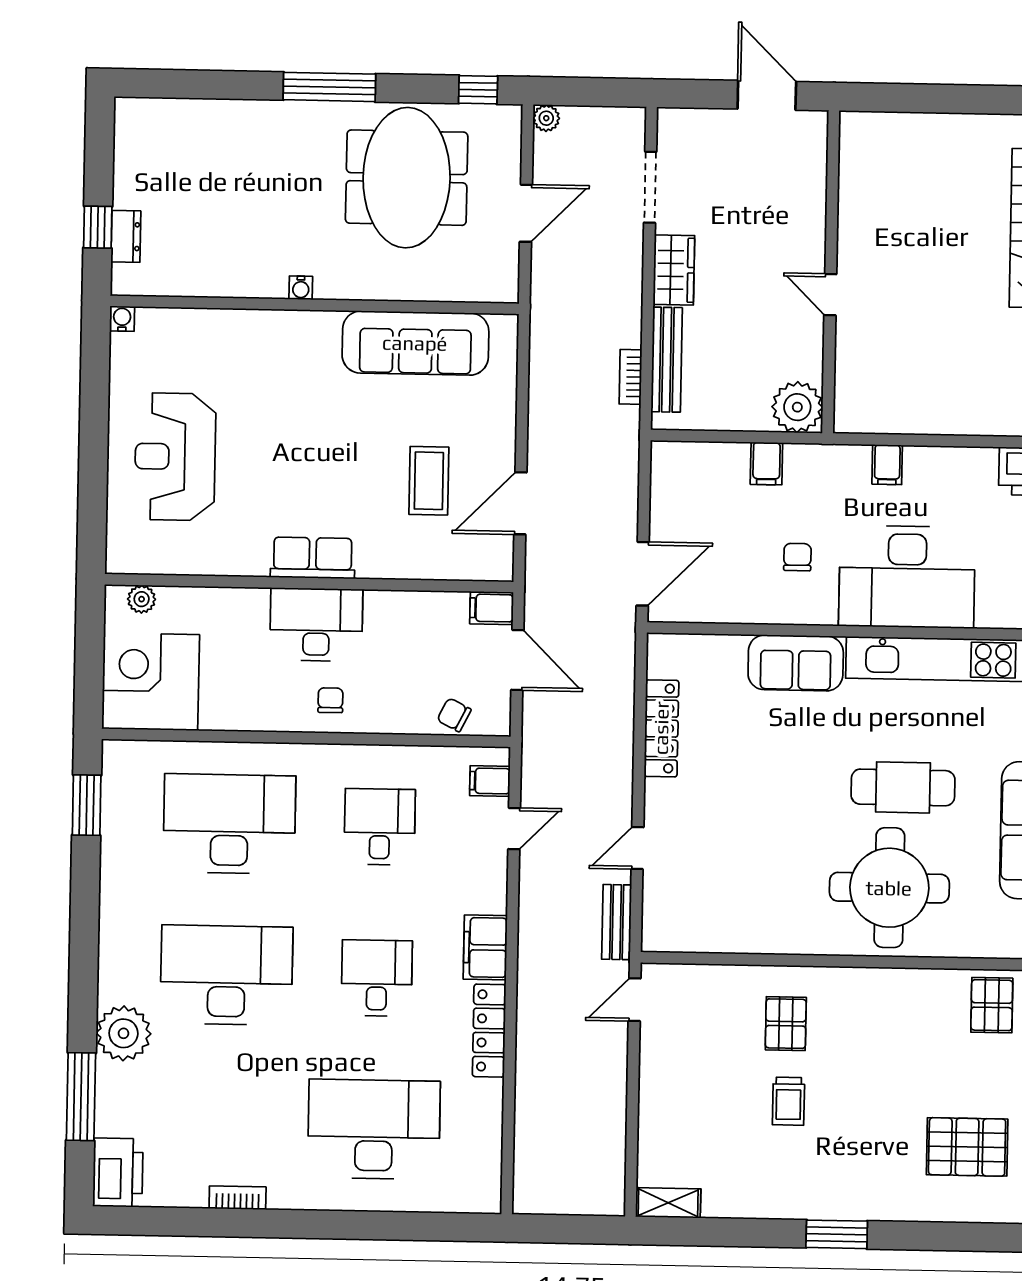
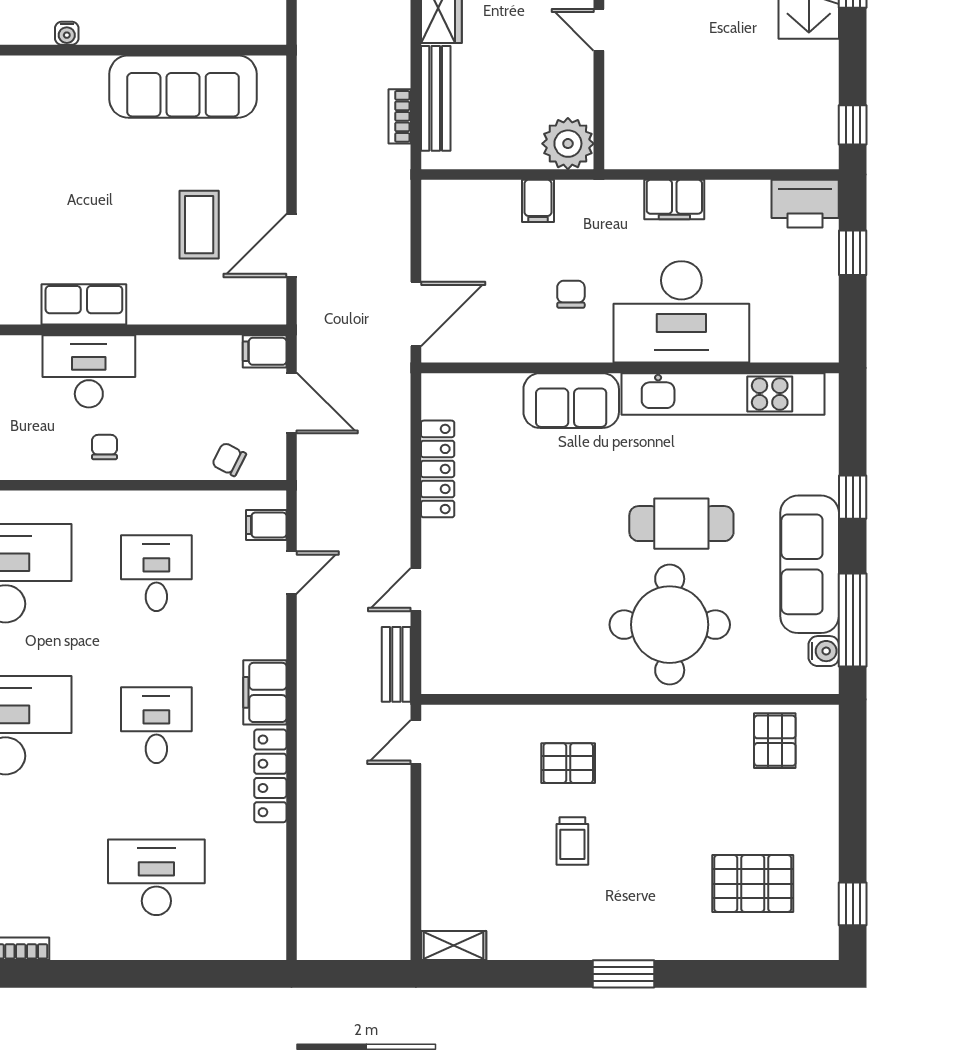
filing cabinet: (887, 465) -> (674, 200), width x2.00
pallet: (786, 1024) -> (568, 763), turned 90
desk: (374, 1129) -> (156, 877), width x0.73, depth x0.77

